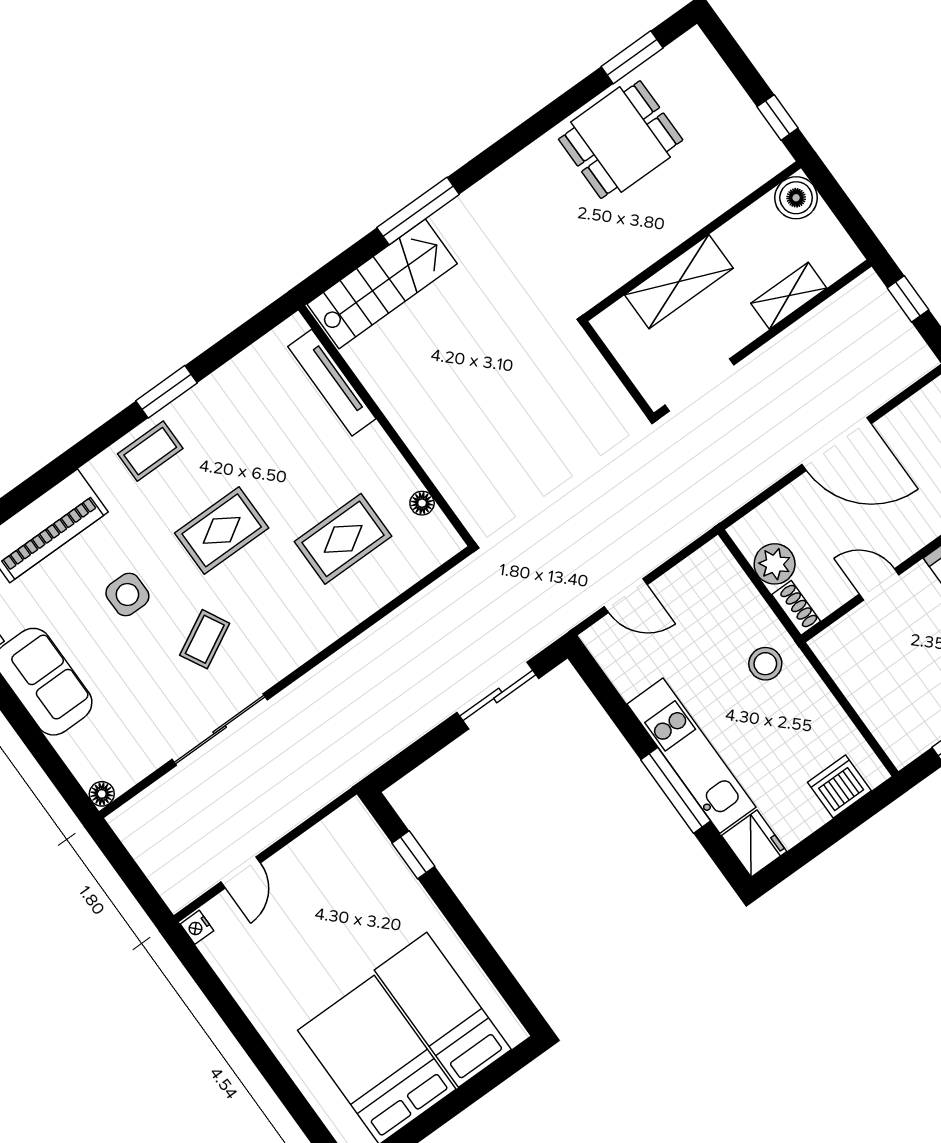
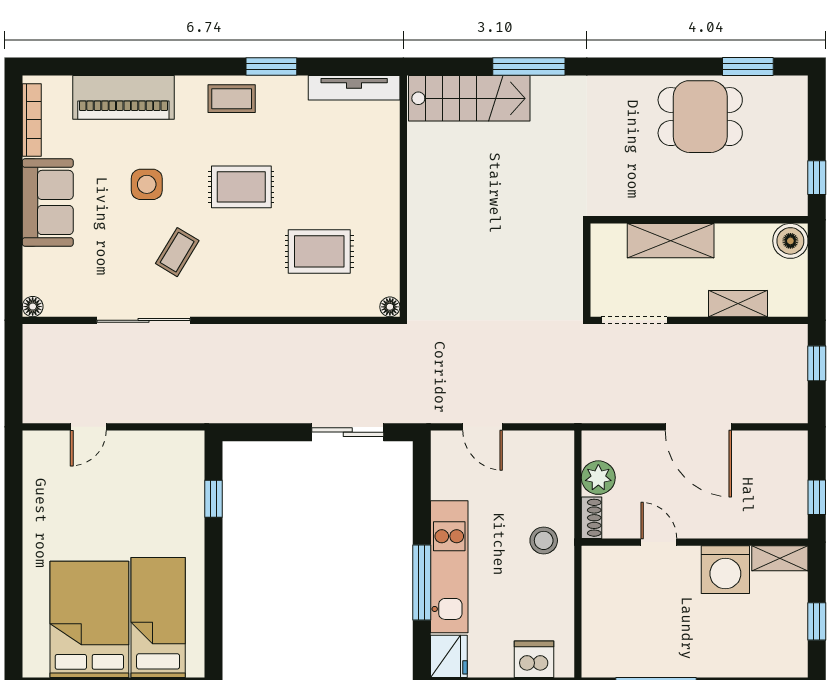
tv unit: (332, 383) -> (354, 88), moved, turned -90
floor lamp: (422, 503) -> (390, 307), moved
coffee table: (205, 639) -> (177, 252), turned -31
nightstand: (197, 927) -> (32, 443), removed

